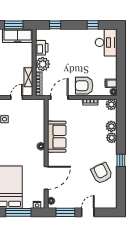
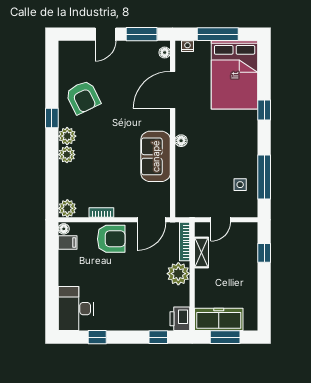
printer: (42, 48) -> (180, 319), moved
plant: (111, 126) -> (67, 136), moved

